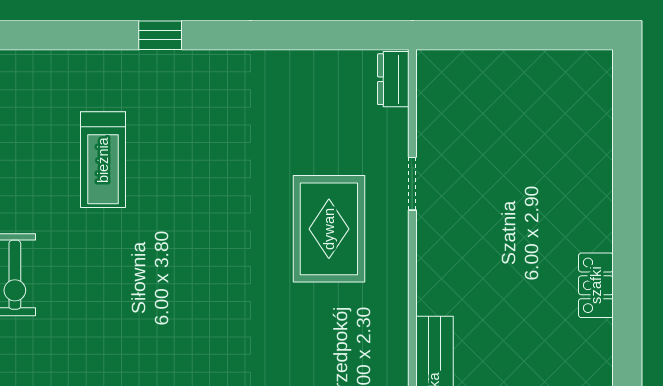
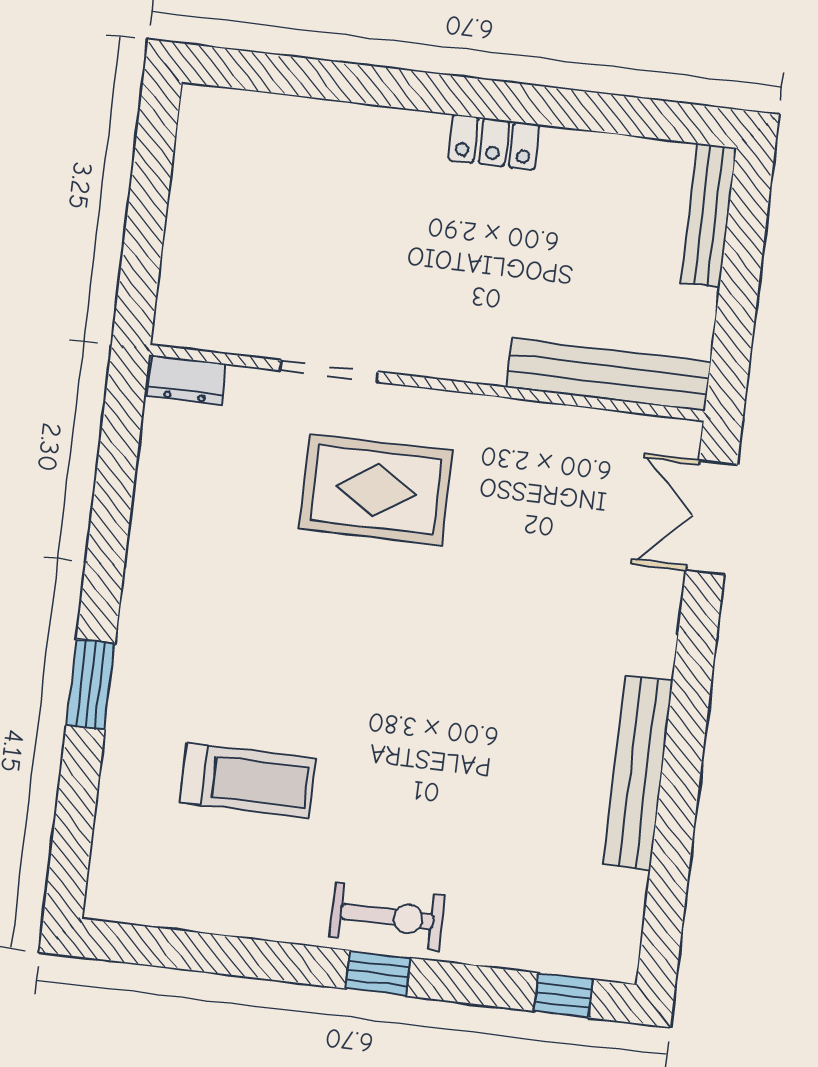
window: (160, 35) -> (91, 684), width x1.50
doorway: (412, 184) -> (329, 371), width x1.38

